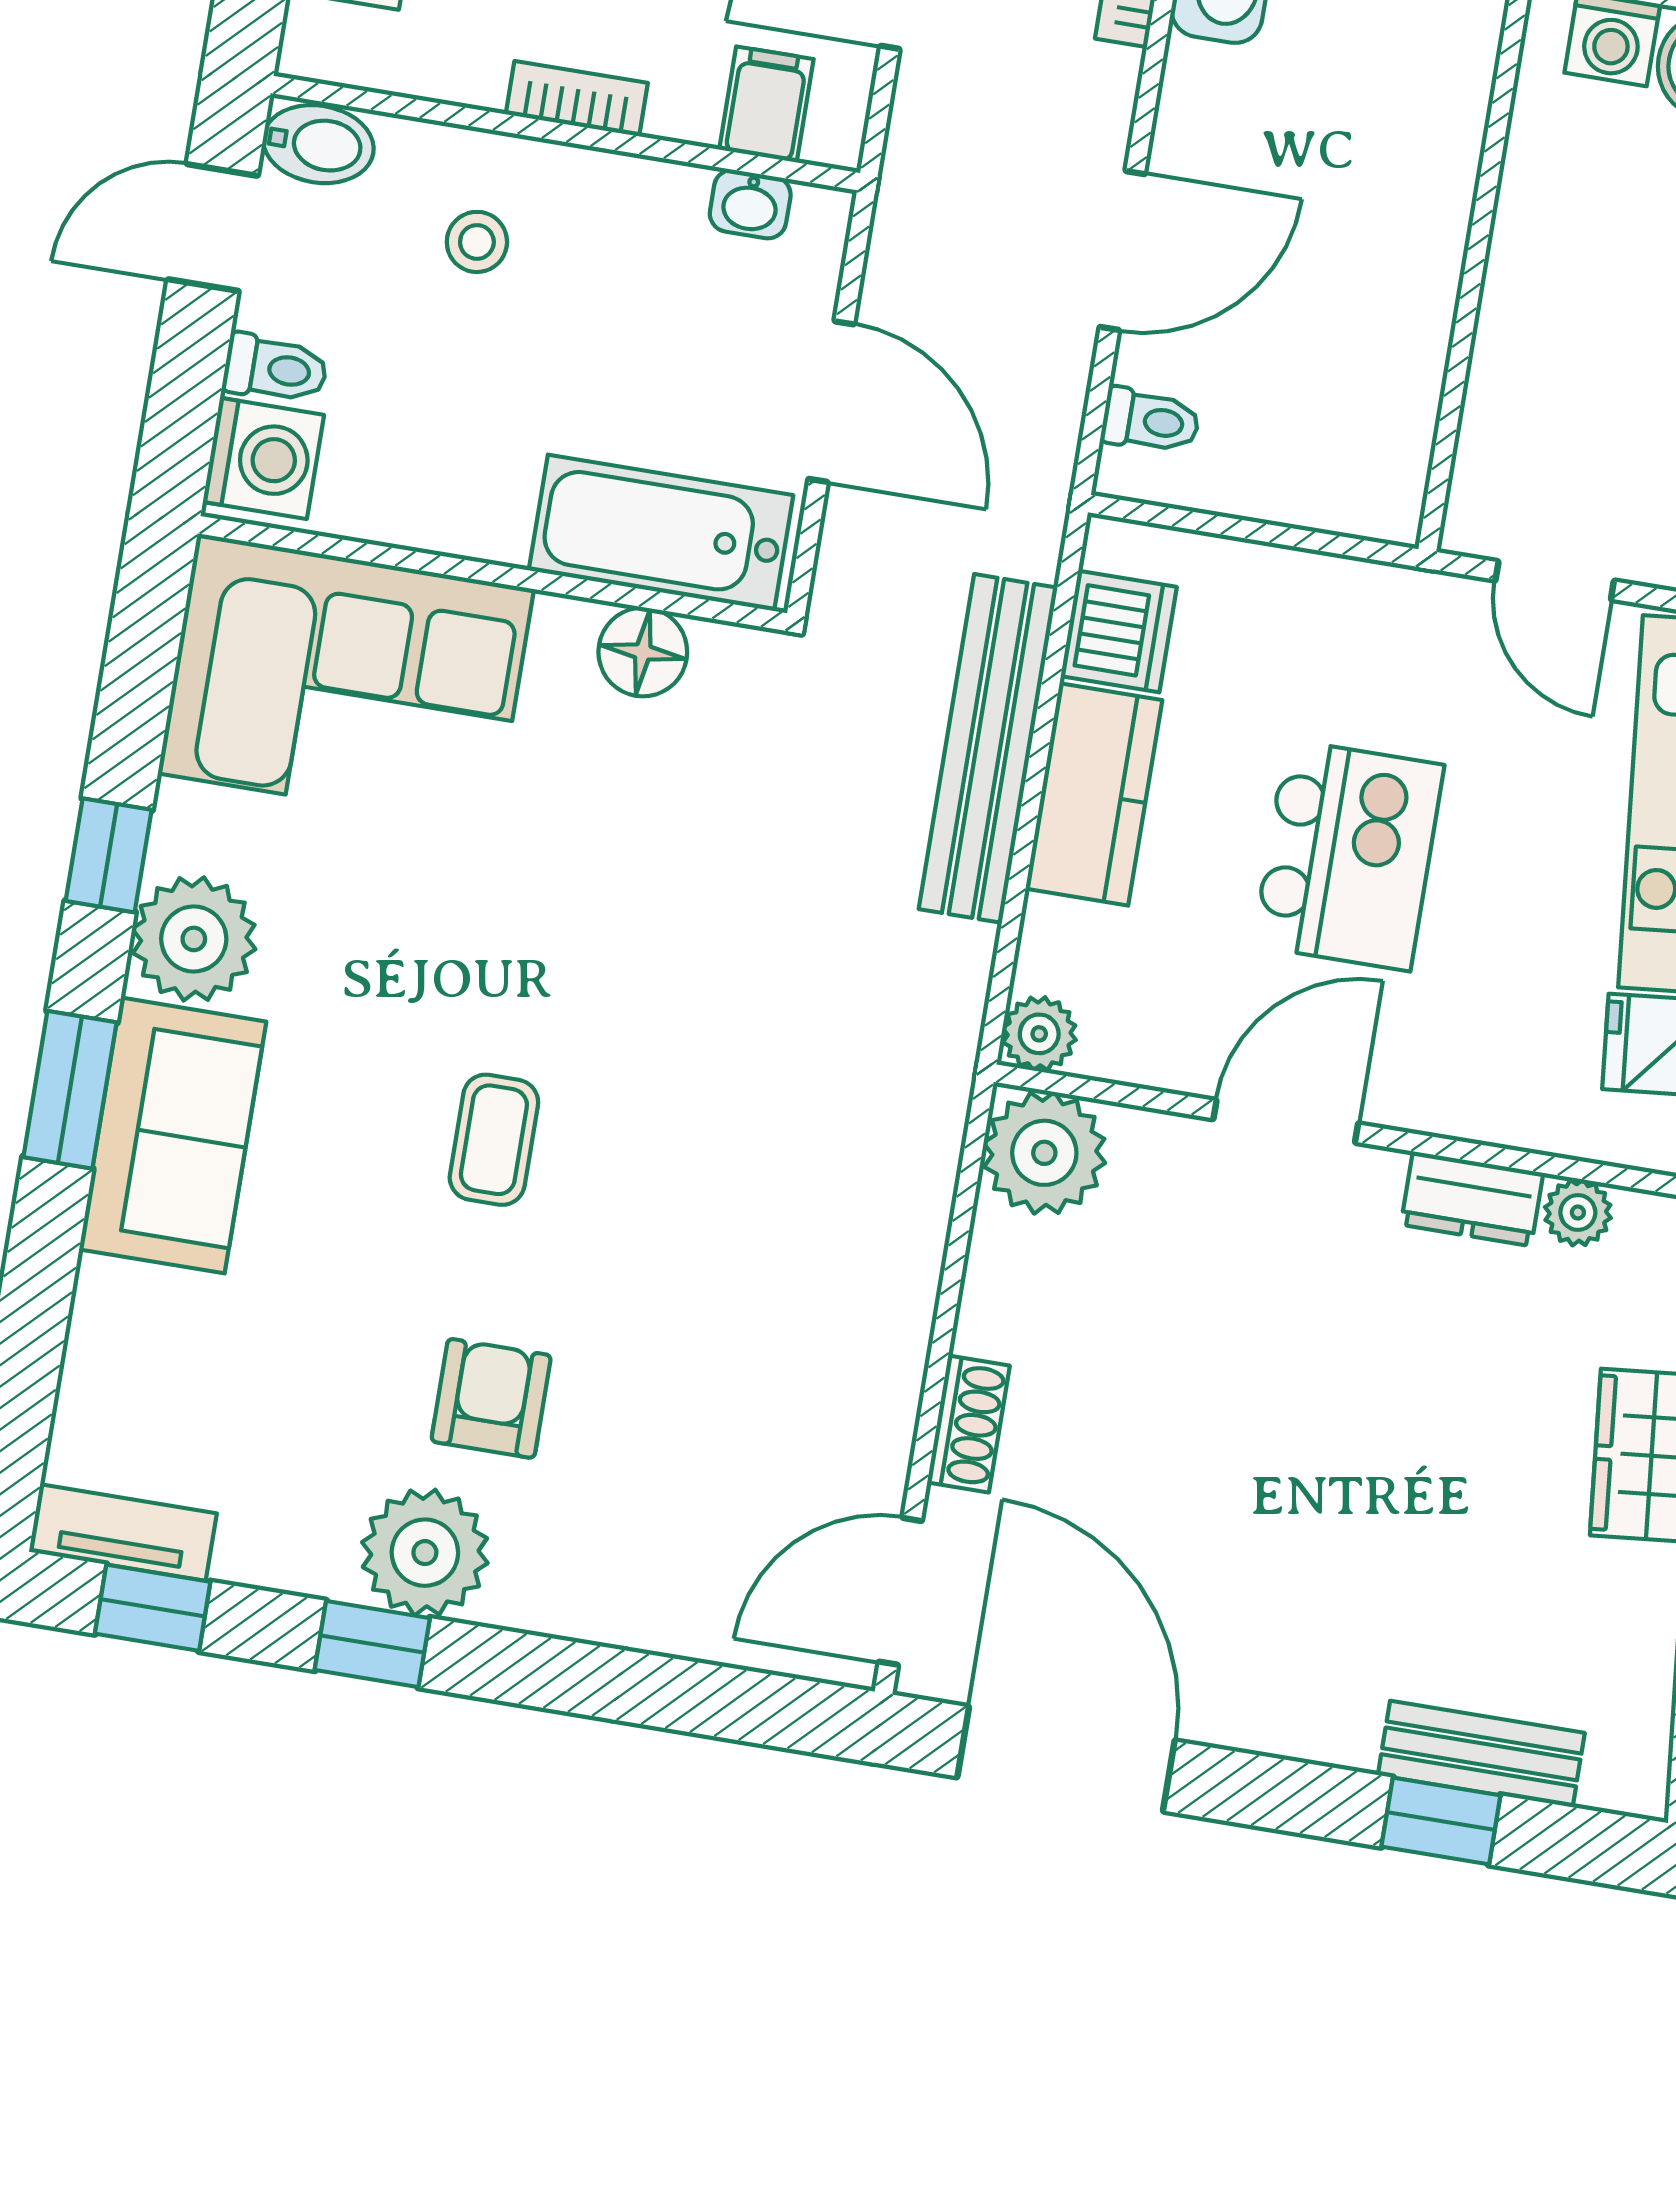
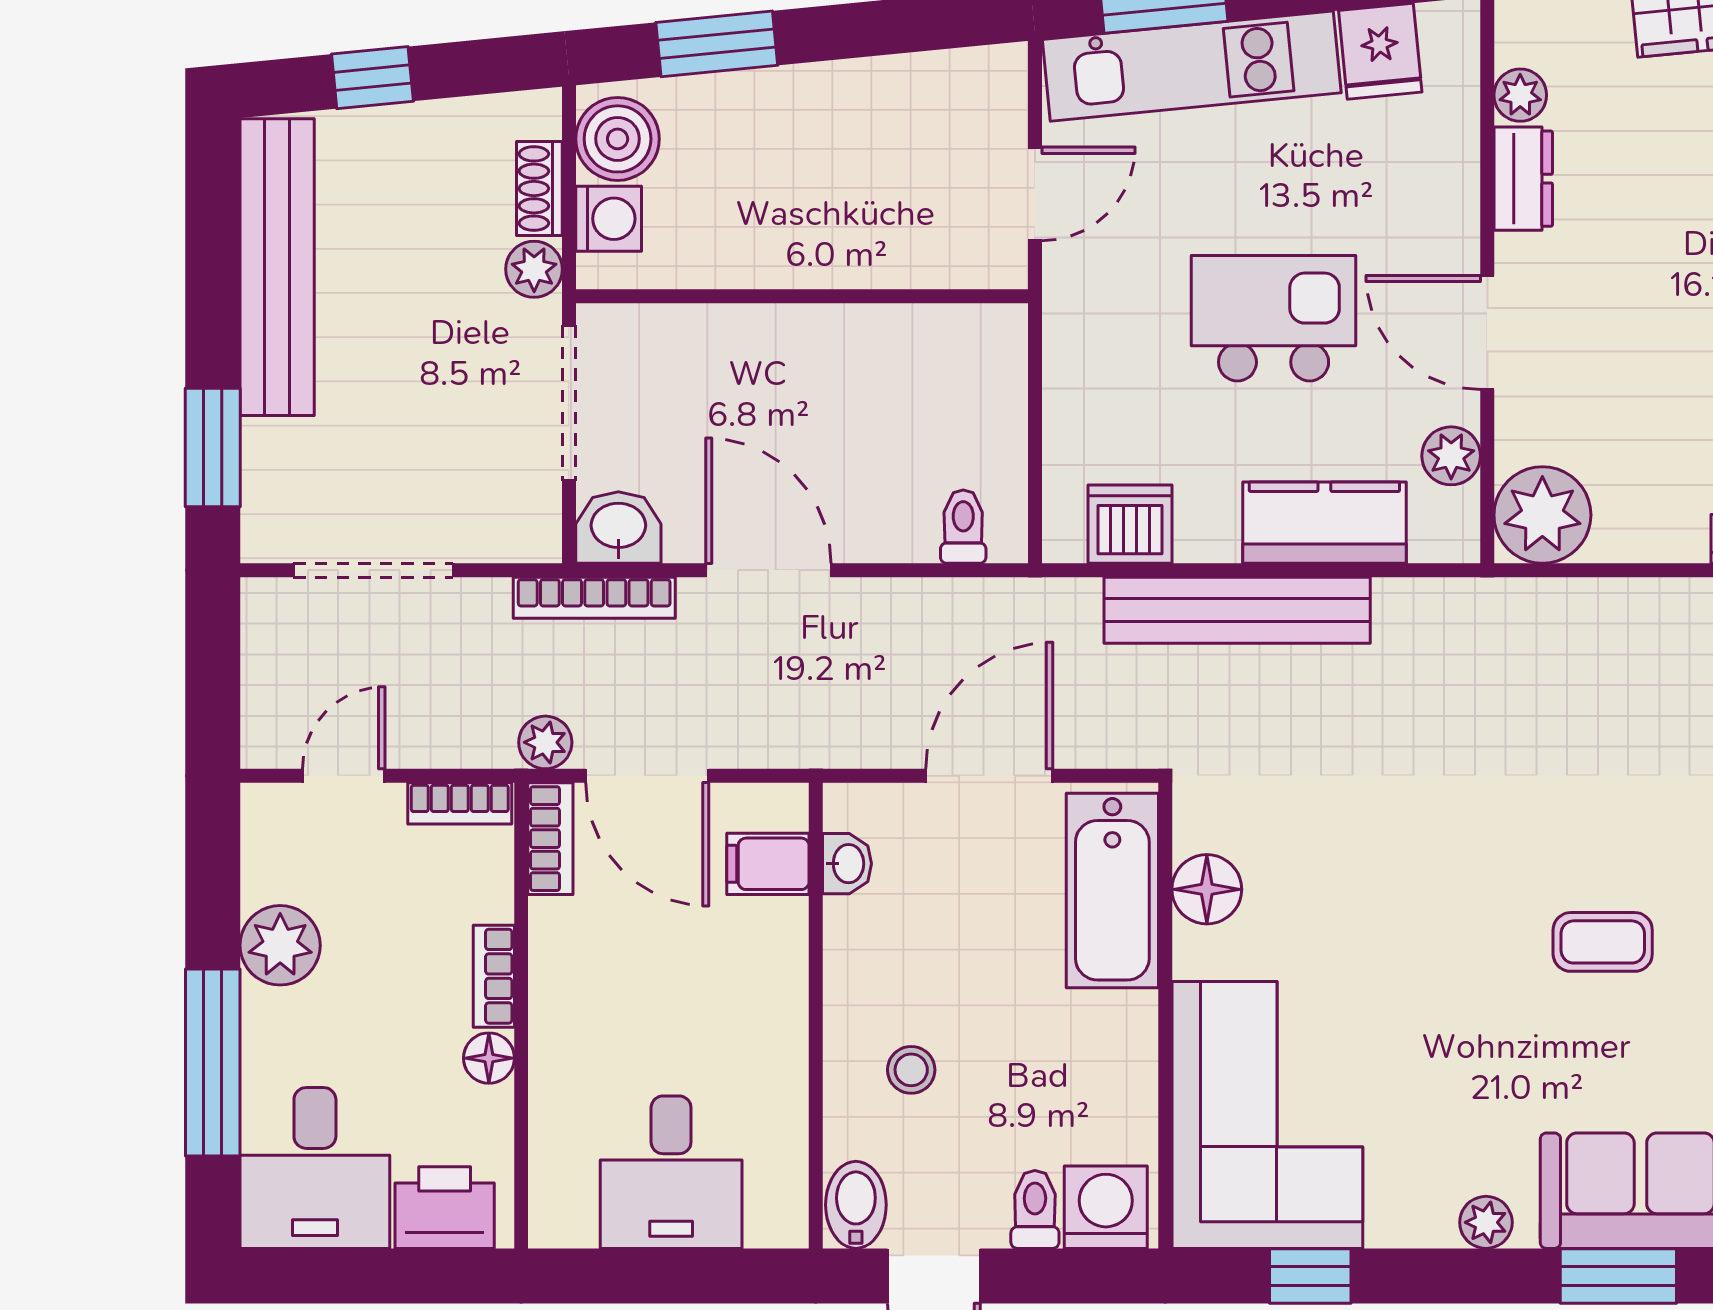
bookcase: (577, 99) -> (788, 1011), removed
door: (1122, 250) -> (768, 570), moved
kitchen counter: (1094, 794) -> (1324, 523), moved
window: (109, 855) -> (1310, 1276), moved
plant: (194, 939) -> (1486, 1222), width x0.53, depth x0.53
plant: (1039, 1034) -> (1451, 456), moved

